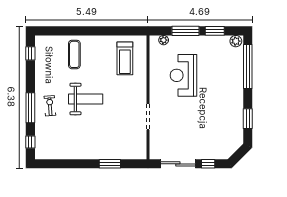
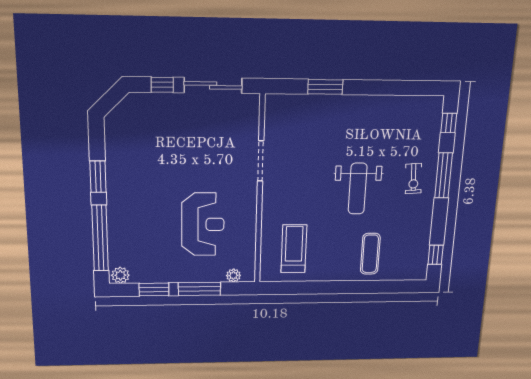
weight bench: (86, 99) -> (358, 189), turned -90
window: (248, 119) -> (98, 177), moved

